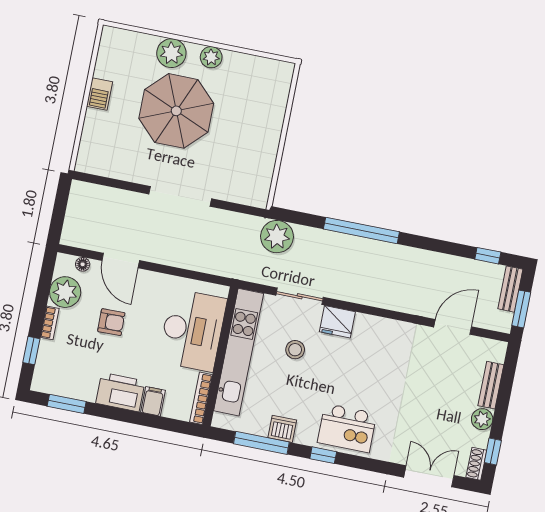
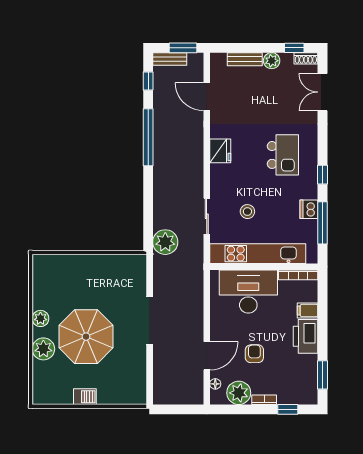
window: (361, 230) -> (148, 137), moved
fridge: (337, 322) -> (220, 151), moved
kitchen island: (347, 428) -> (283, 155), moved

